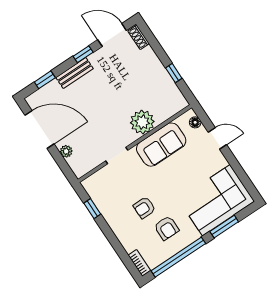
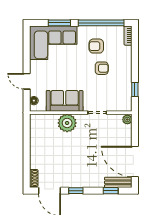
bench: (75, 73) -> (118, 182), moved
window: (174, 73) -> (27, 141), removed
plant: (66, 151) -> (127, 119), moved
armchair: (167, 228) -> (96, 46), turned -90

